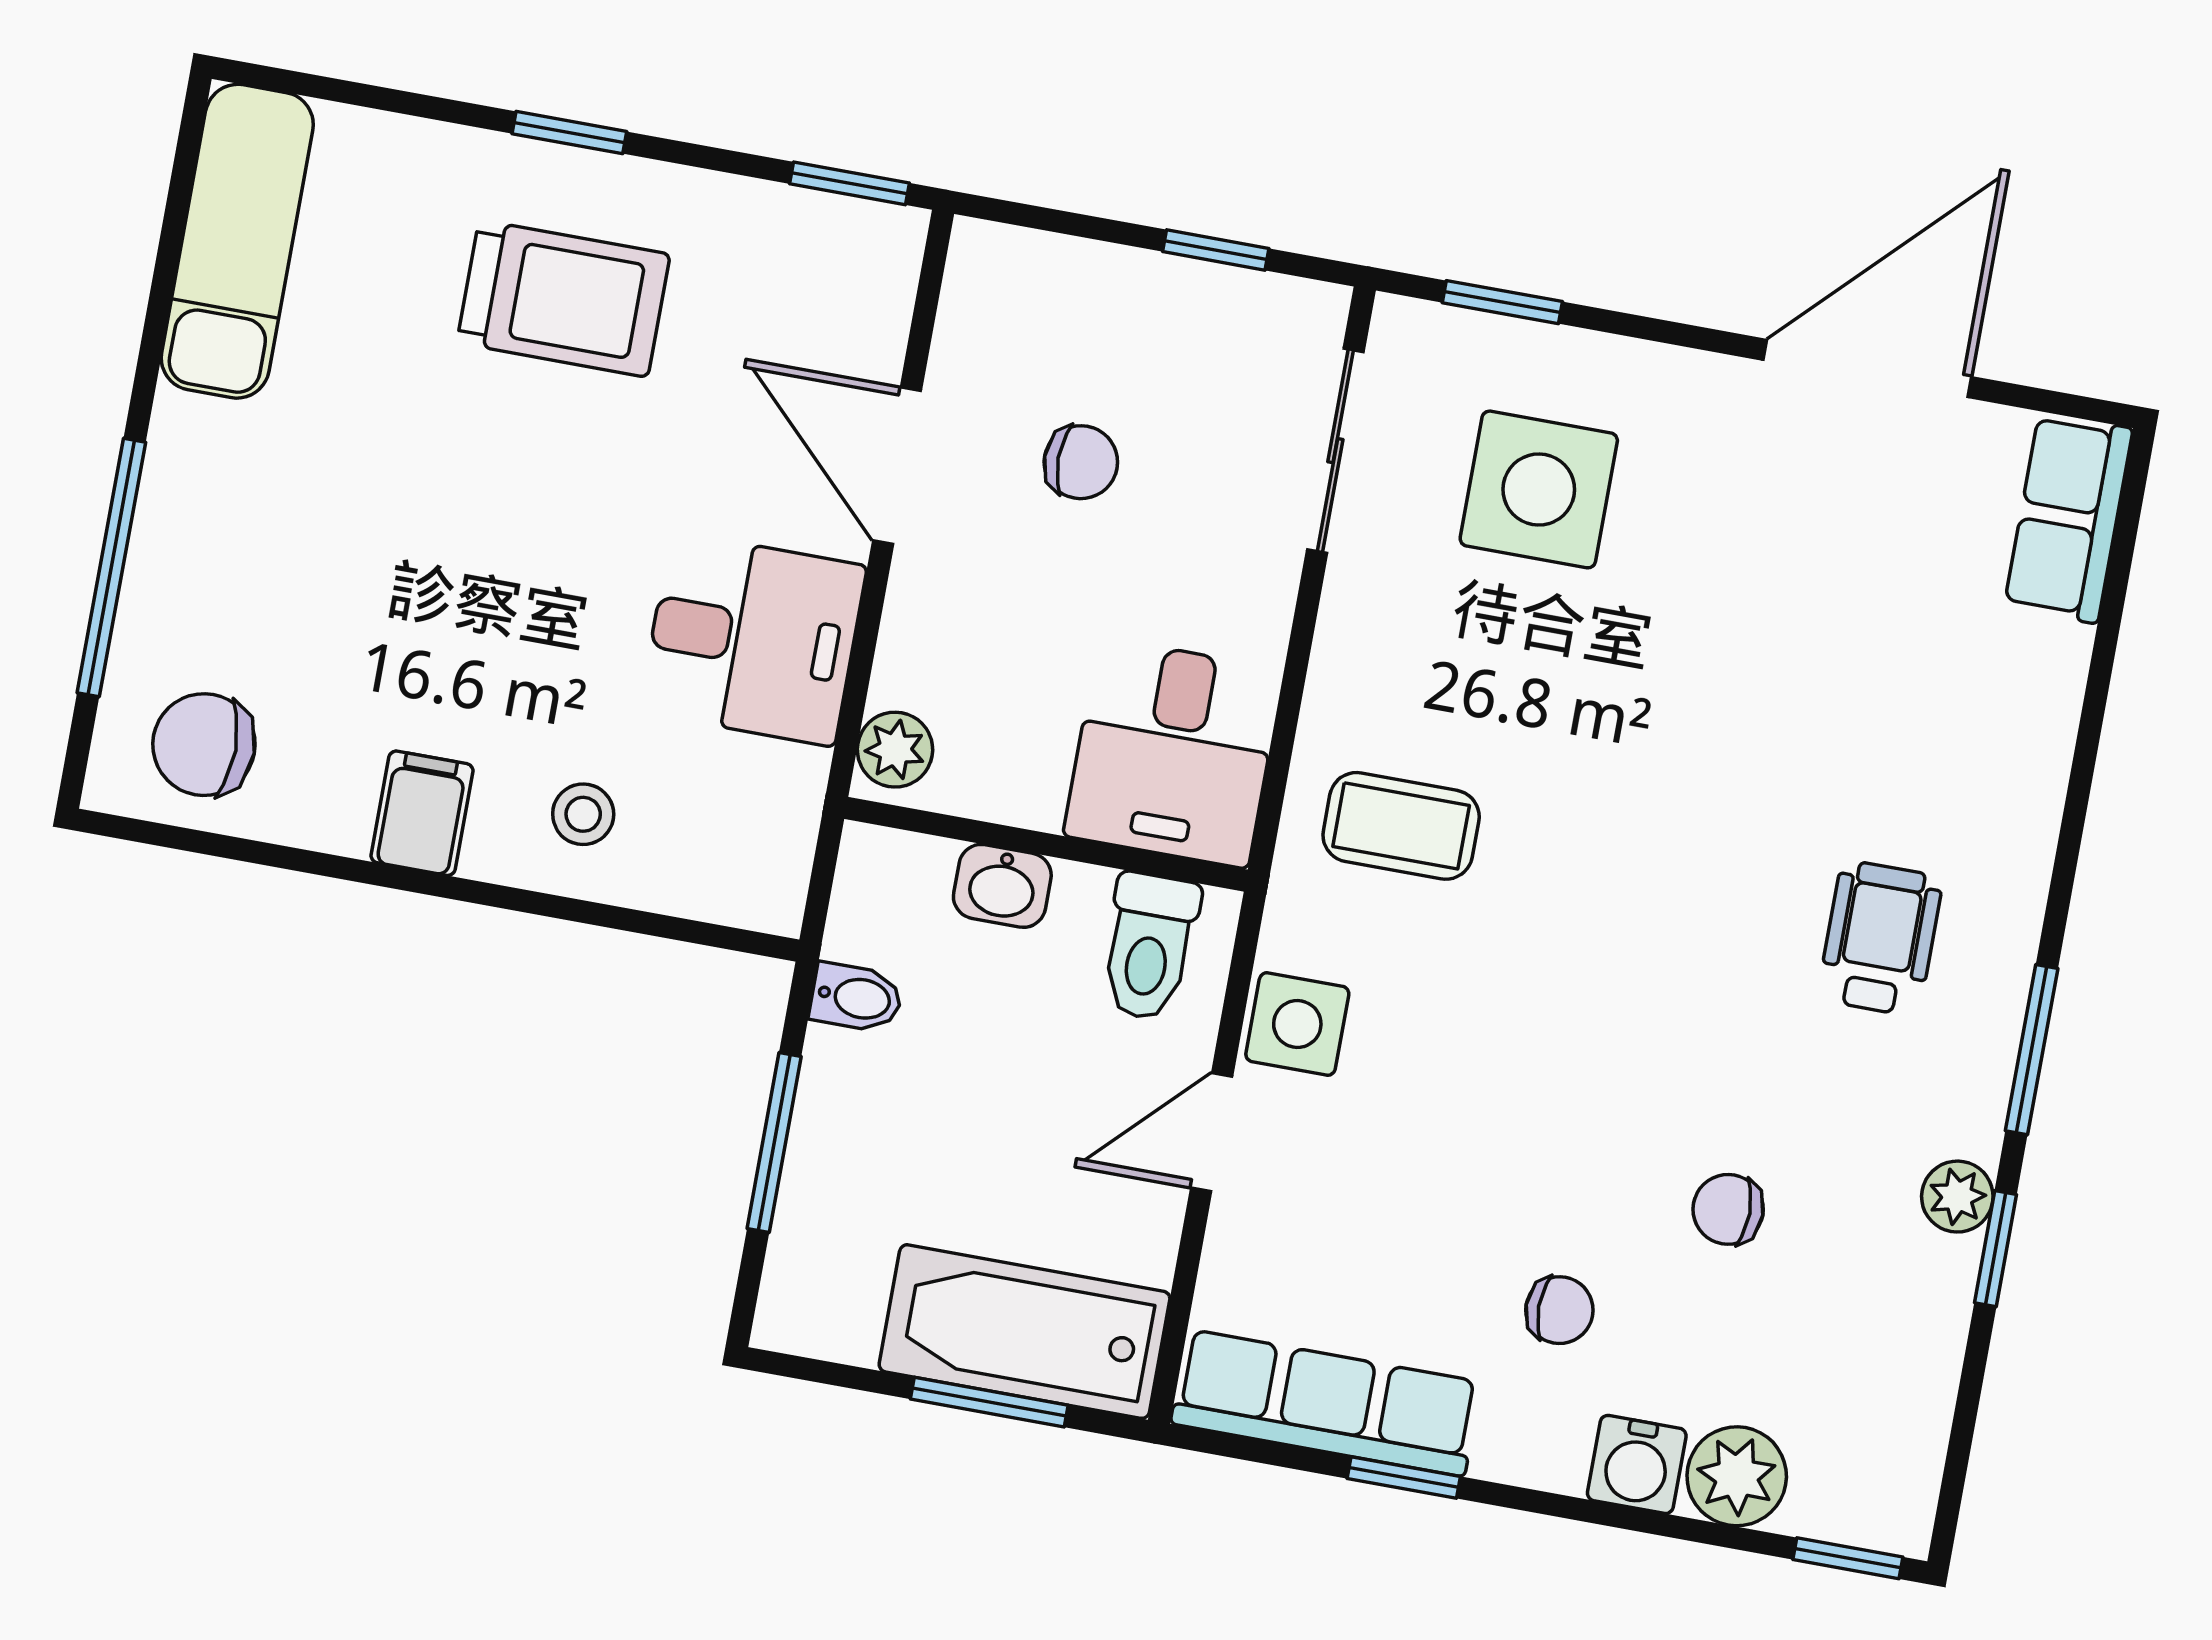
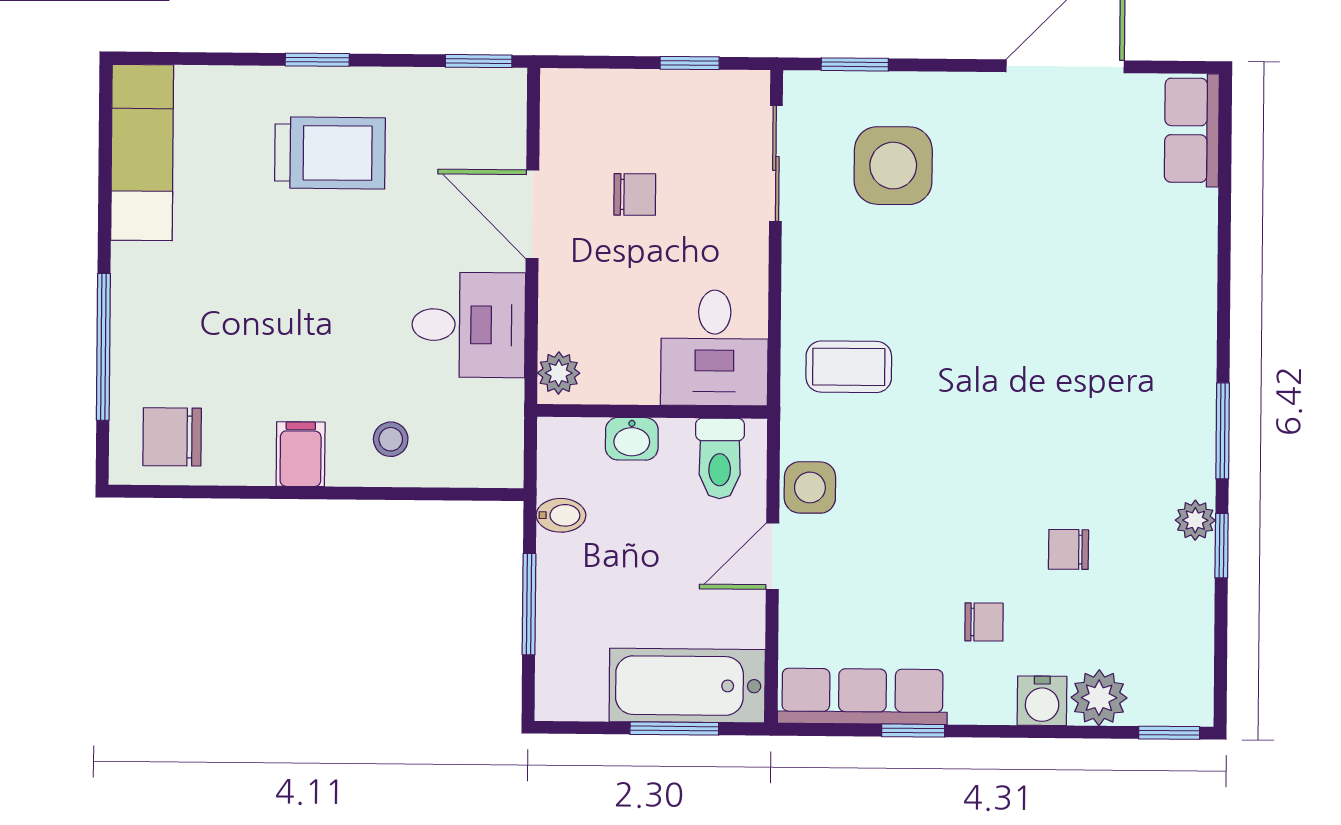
wheelchair: (1880, 938) -> (1127, 383), removed

